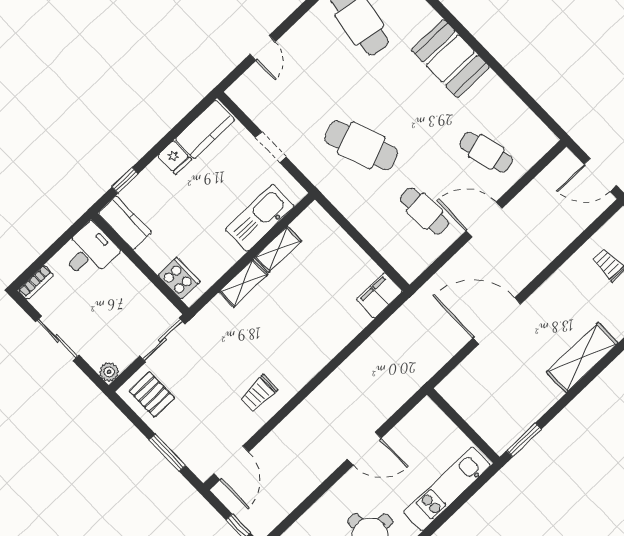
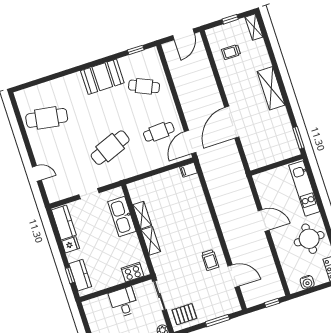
booth: (450, 58) -> (102, 77), moved
window: (538, 110) -> (136, 50), added
cafe table: (486, 152) -> (144, 86), turned 39
door: (484, 220) -> (190, 142), moved
kitchen counter: (125, 223) -> (80, 275), moved, turned 90
desk: (89, 251) -> (124, 302), moved
filing cabinet: (379, 295) -> (189, 170), width x0.50
door: (364, 449) -> (264, 220), hinge flipped
door: (231, 463) -> (234, 276), moved

